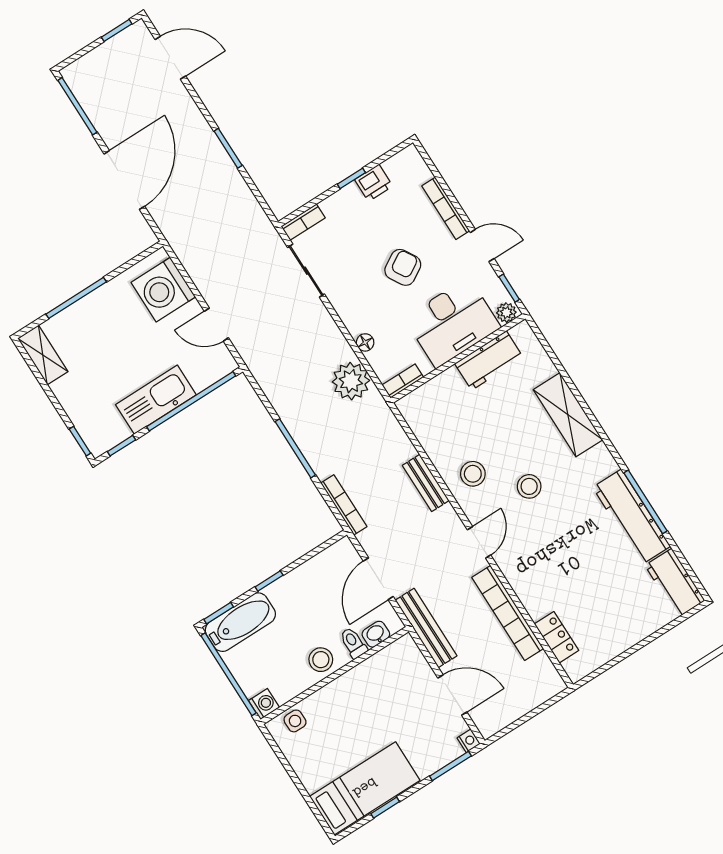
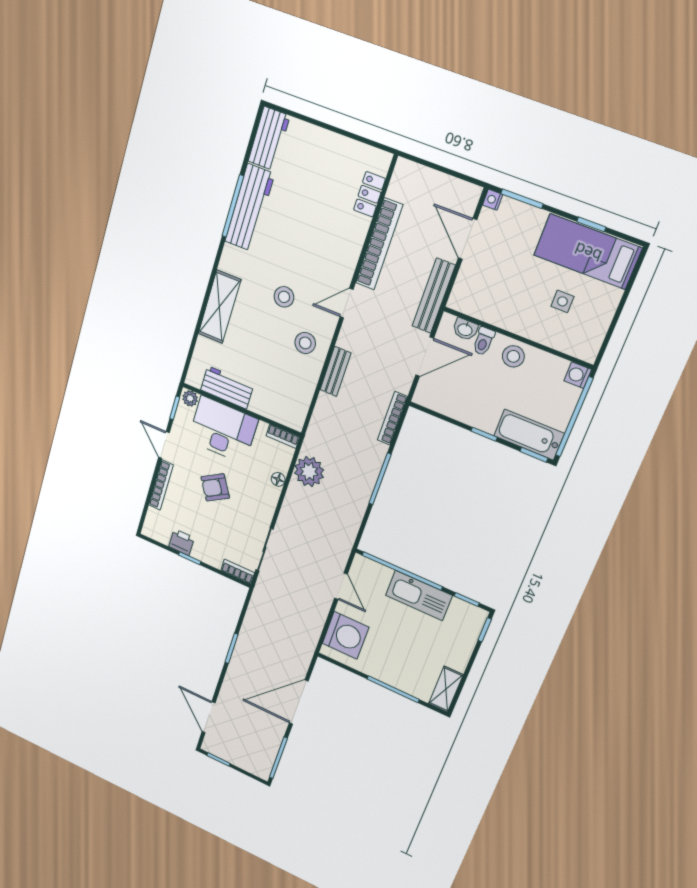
side table: (295, 721) -> (562, 301), moved

